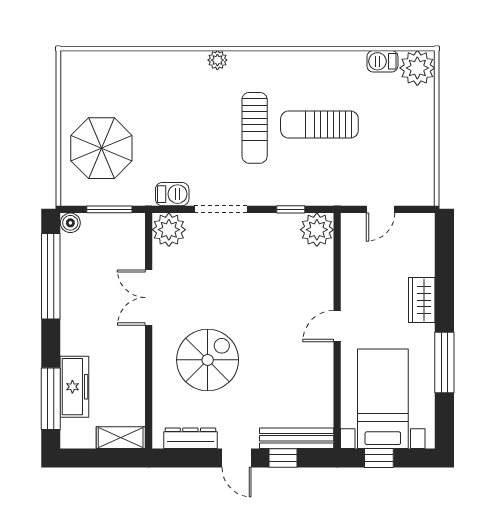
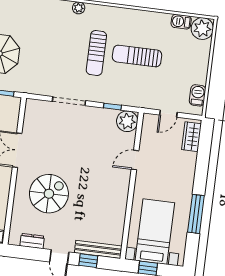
barbecue: (172, 194) -> (198, 95), moved, turned -90
plant: (169, 230) -> (35, 110), removed
wardrobe: (422, 300) -> (192, 137), moved
door: (337, 326) -> (135, 160), moved
dresser: (190, 438) -> (32, 241), width x0.70

